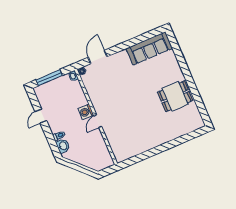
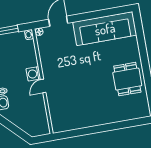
sofa: (149, 48) -> (105, 29), width x1.36, depth x1.27
dining table: (175, 96) -> (127, 79), turned 90

